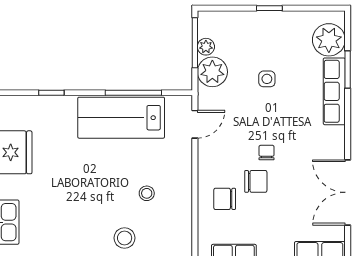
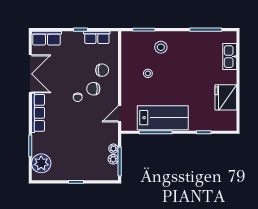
plant: (212, 72) -> (113, 149), width x0.53, depth x0.53
side table: (267, 79) -> (77, 140), removed
row of seats: (334, 91) -> (38, 113), moved
chair: (256, 181) -> (93, 89), moved

